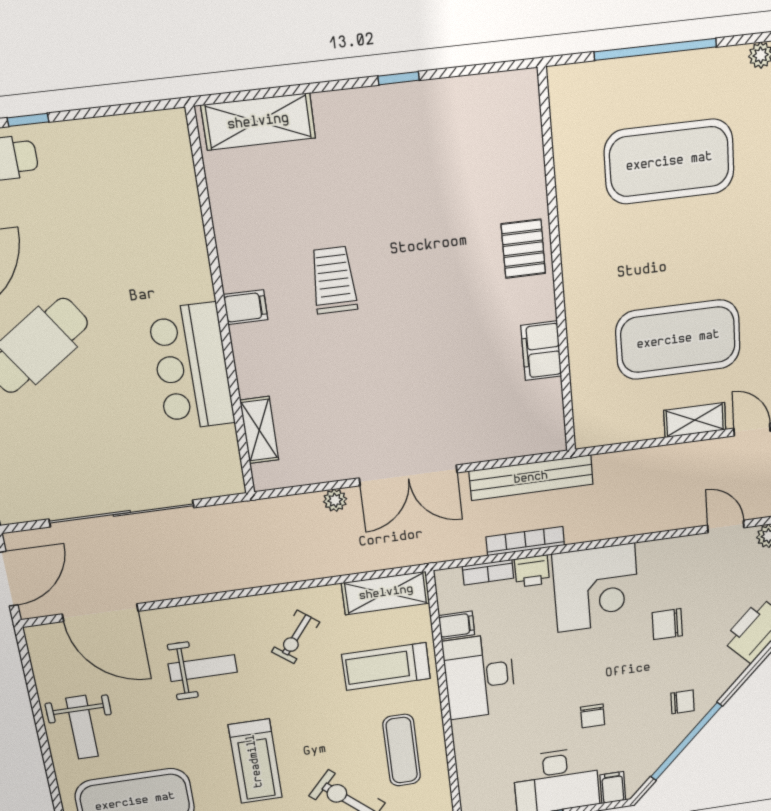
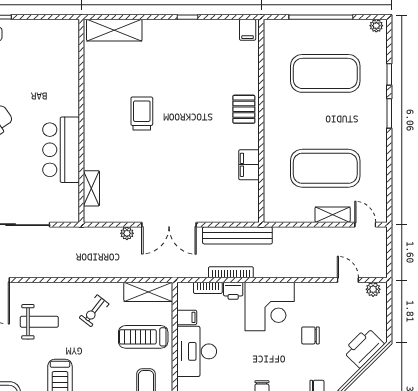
filing cabinet: (246, 307) -> (248, 30), moved, turned 90

